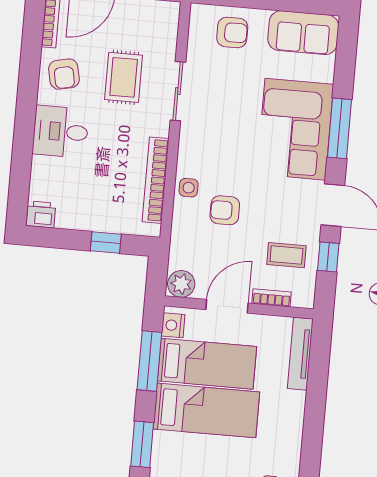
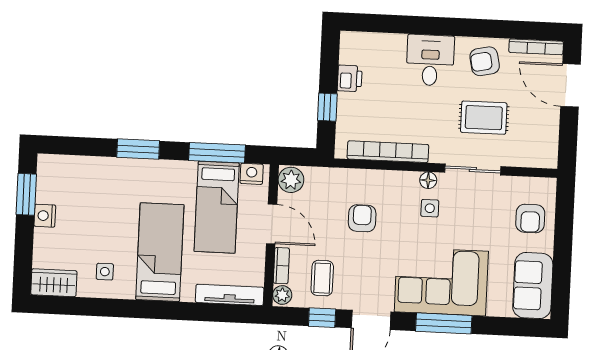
floor lamp: (187, 139) -> (428, 180), added
side table: (189, 188) -> (430, 208), moved
printer: (41, 214) -> (350, 78), moved
plant: (303, 298) -> (282, 295), added
bed: (206, 410) -> (160, 252), moved, turned 180

